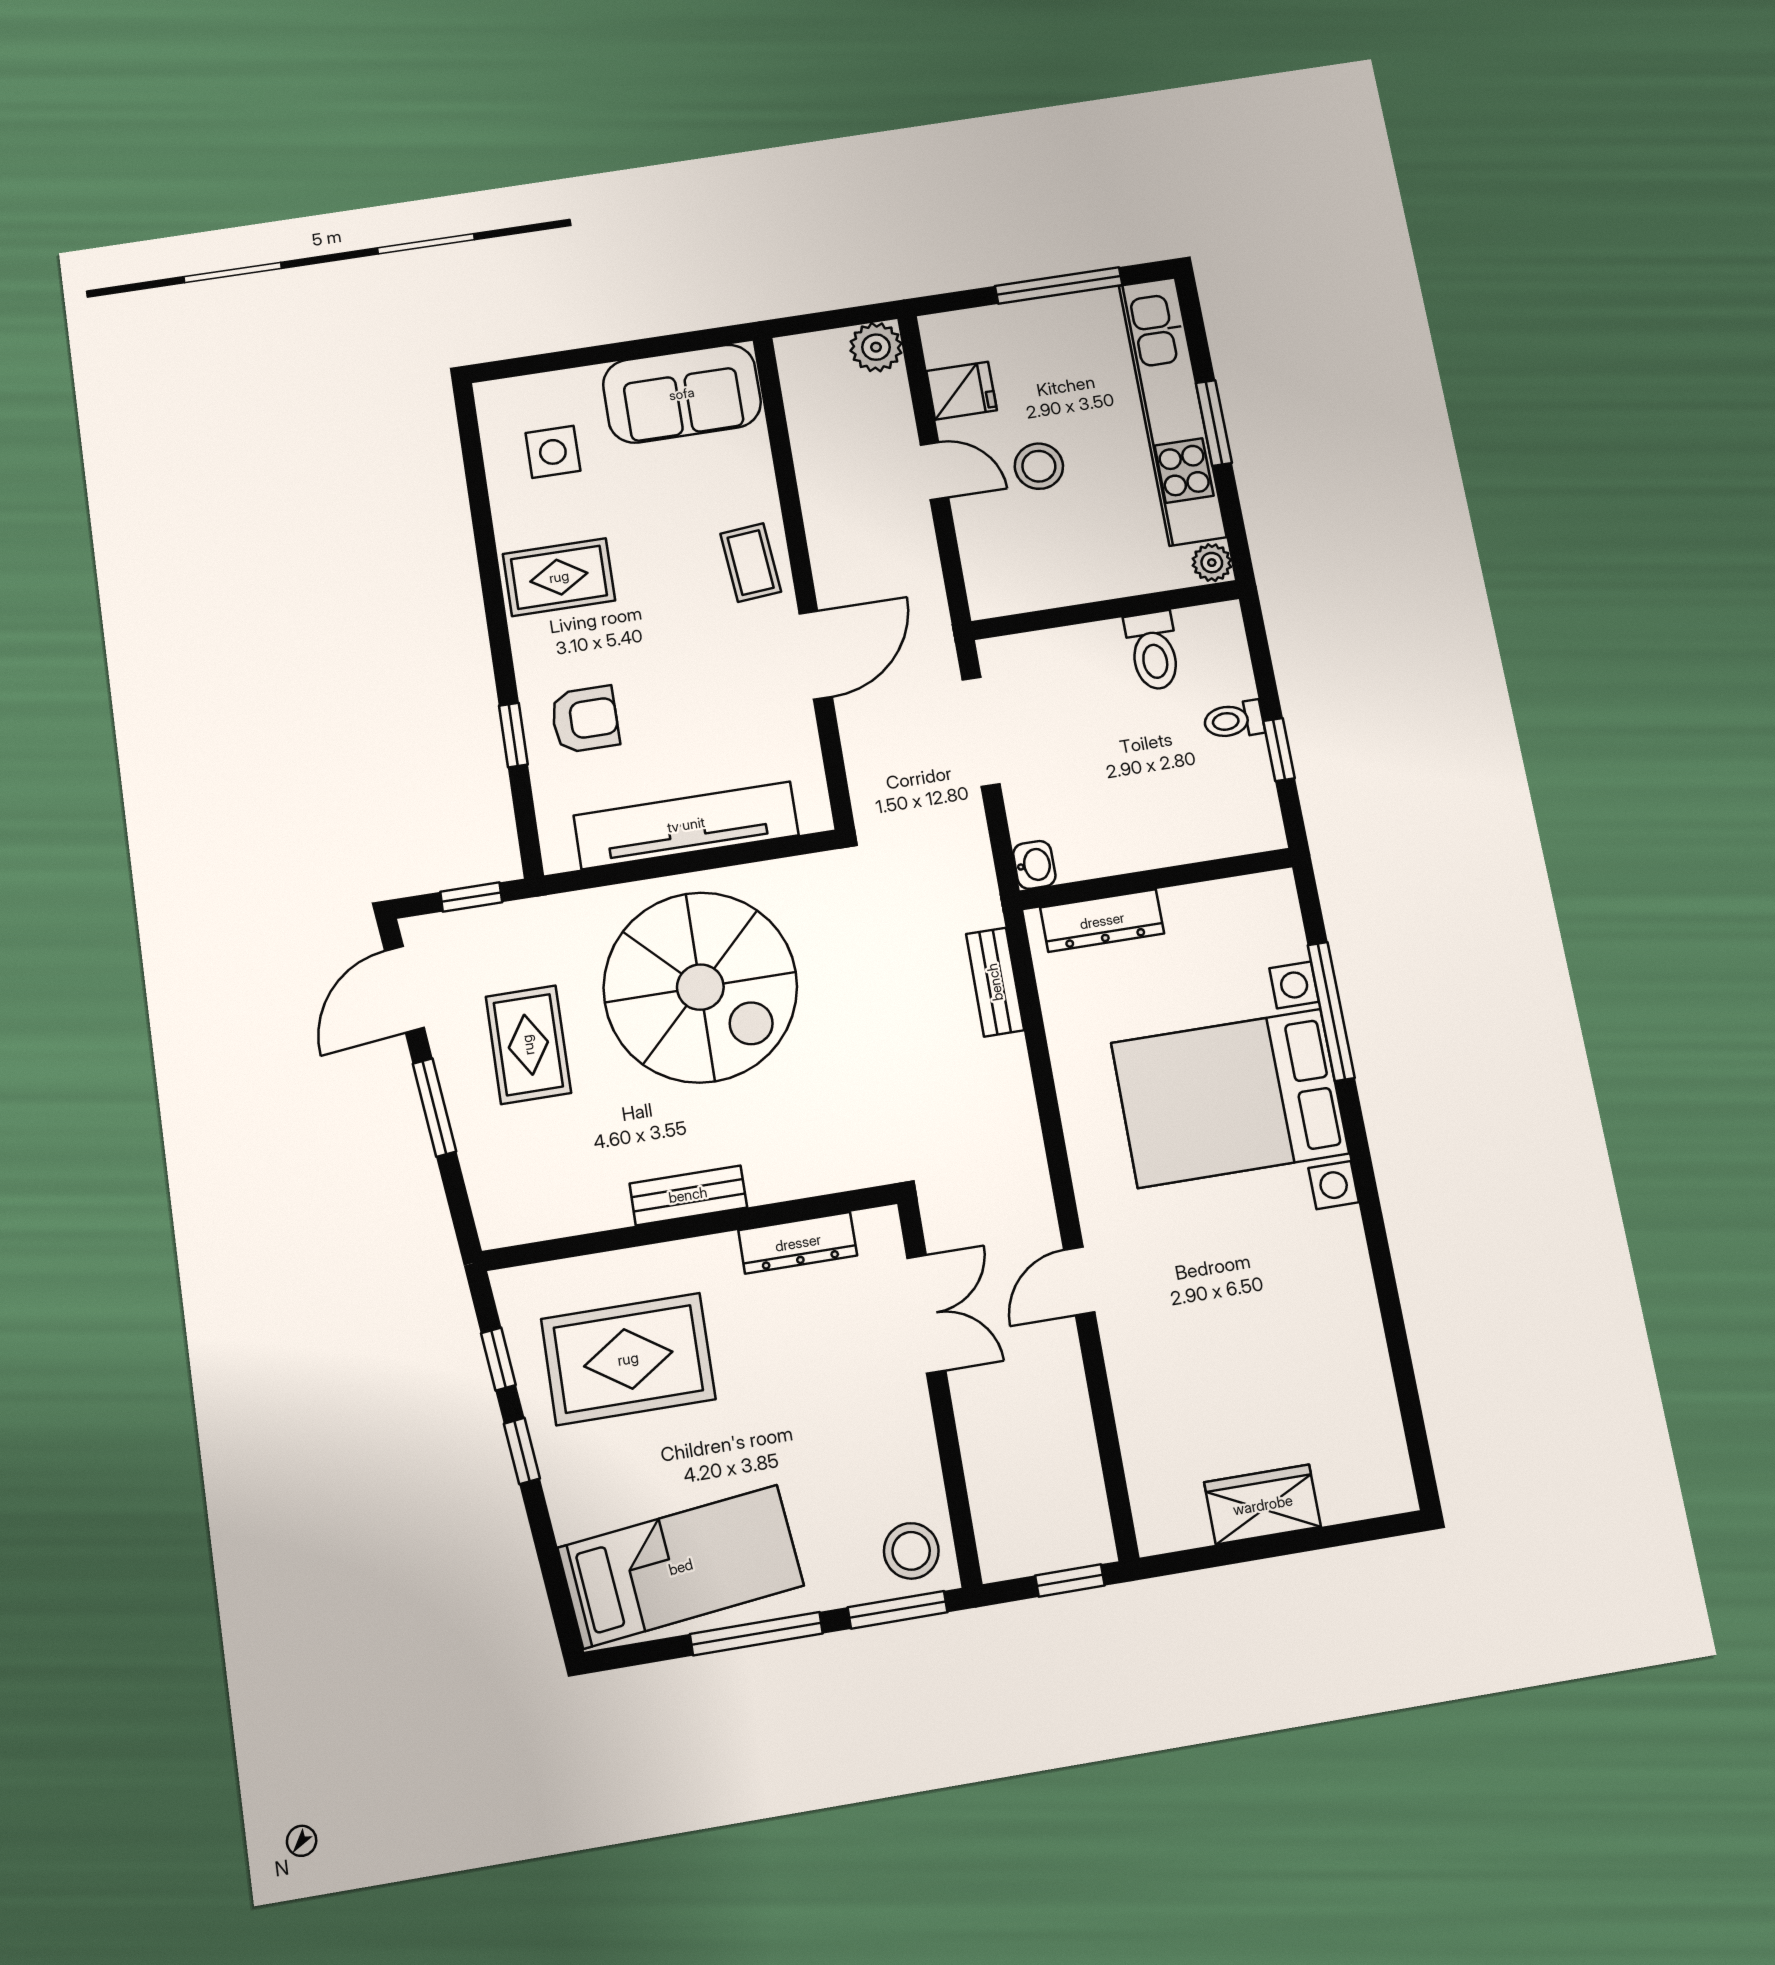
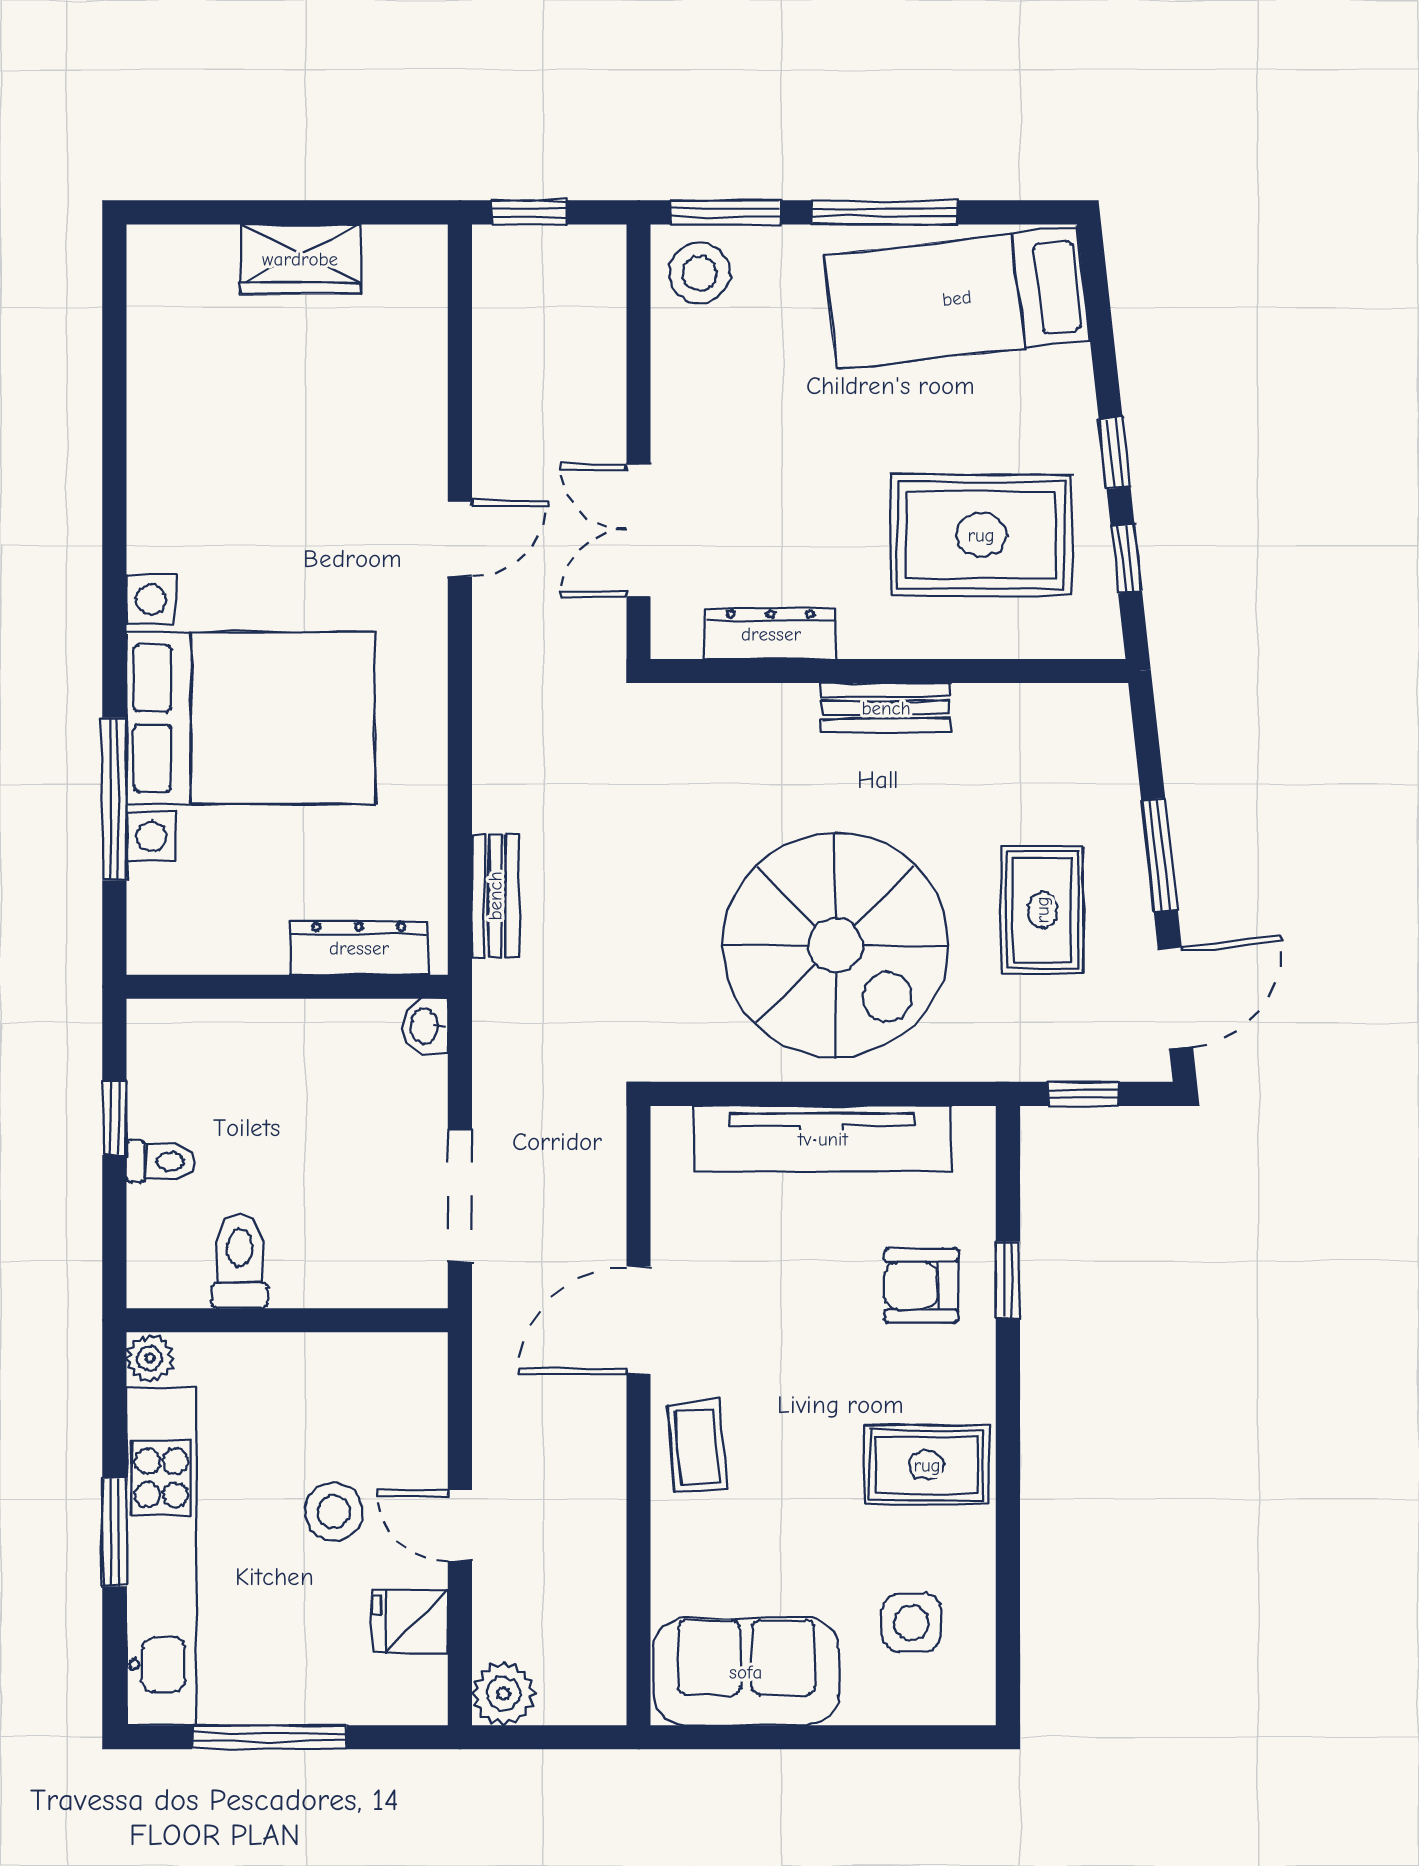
spiral stairs: (700, 987) -> (835, 945), turned 180

